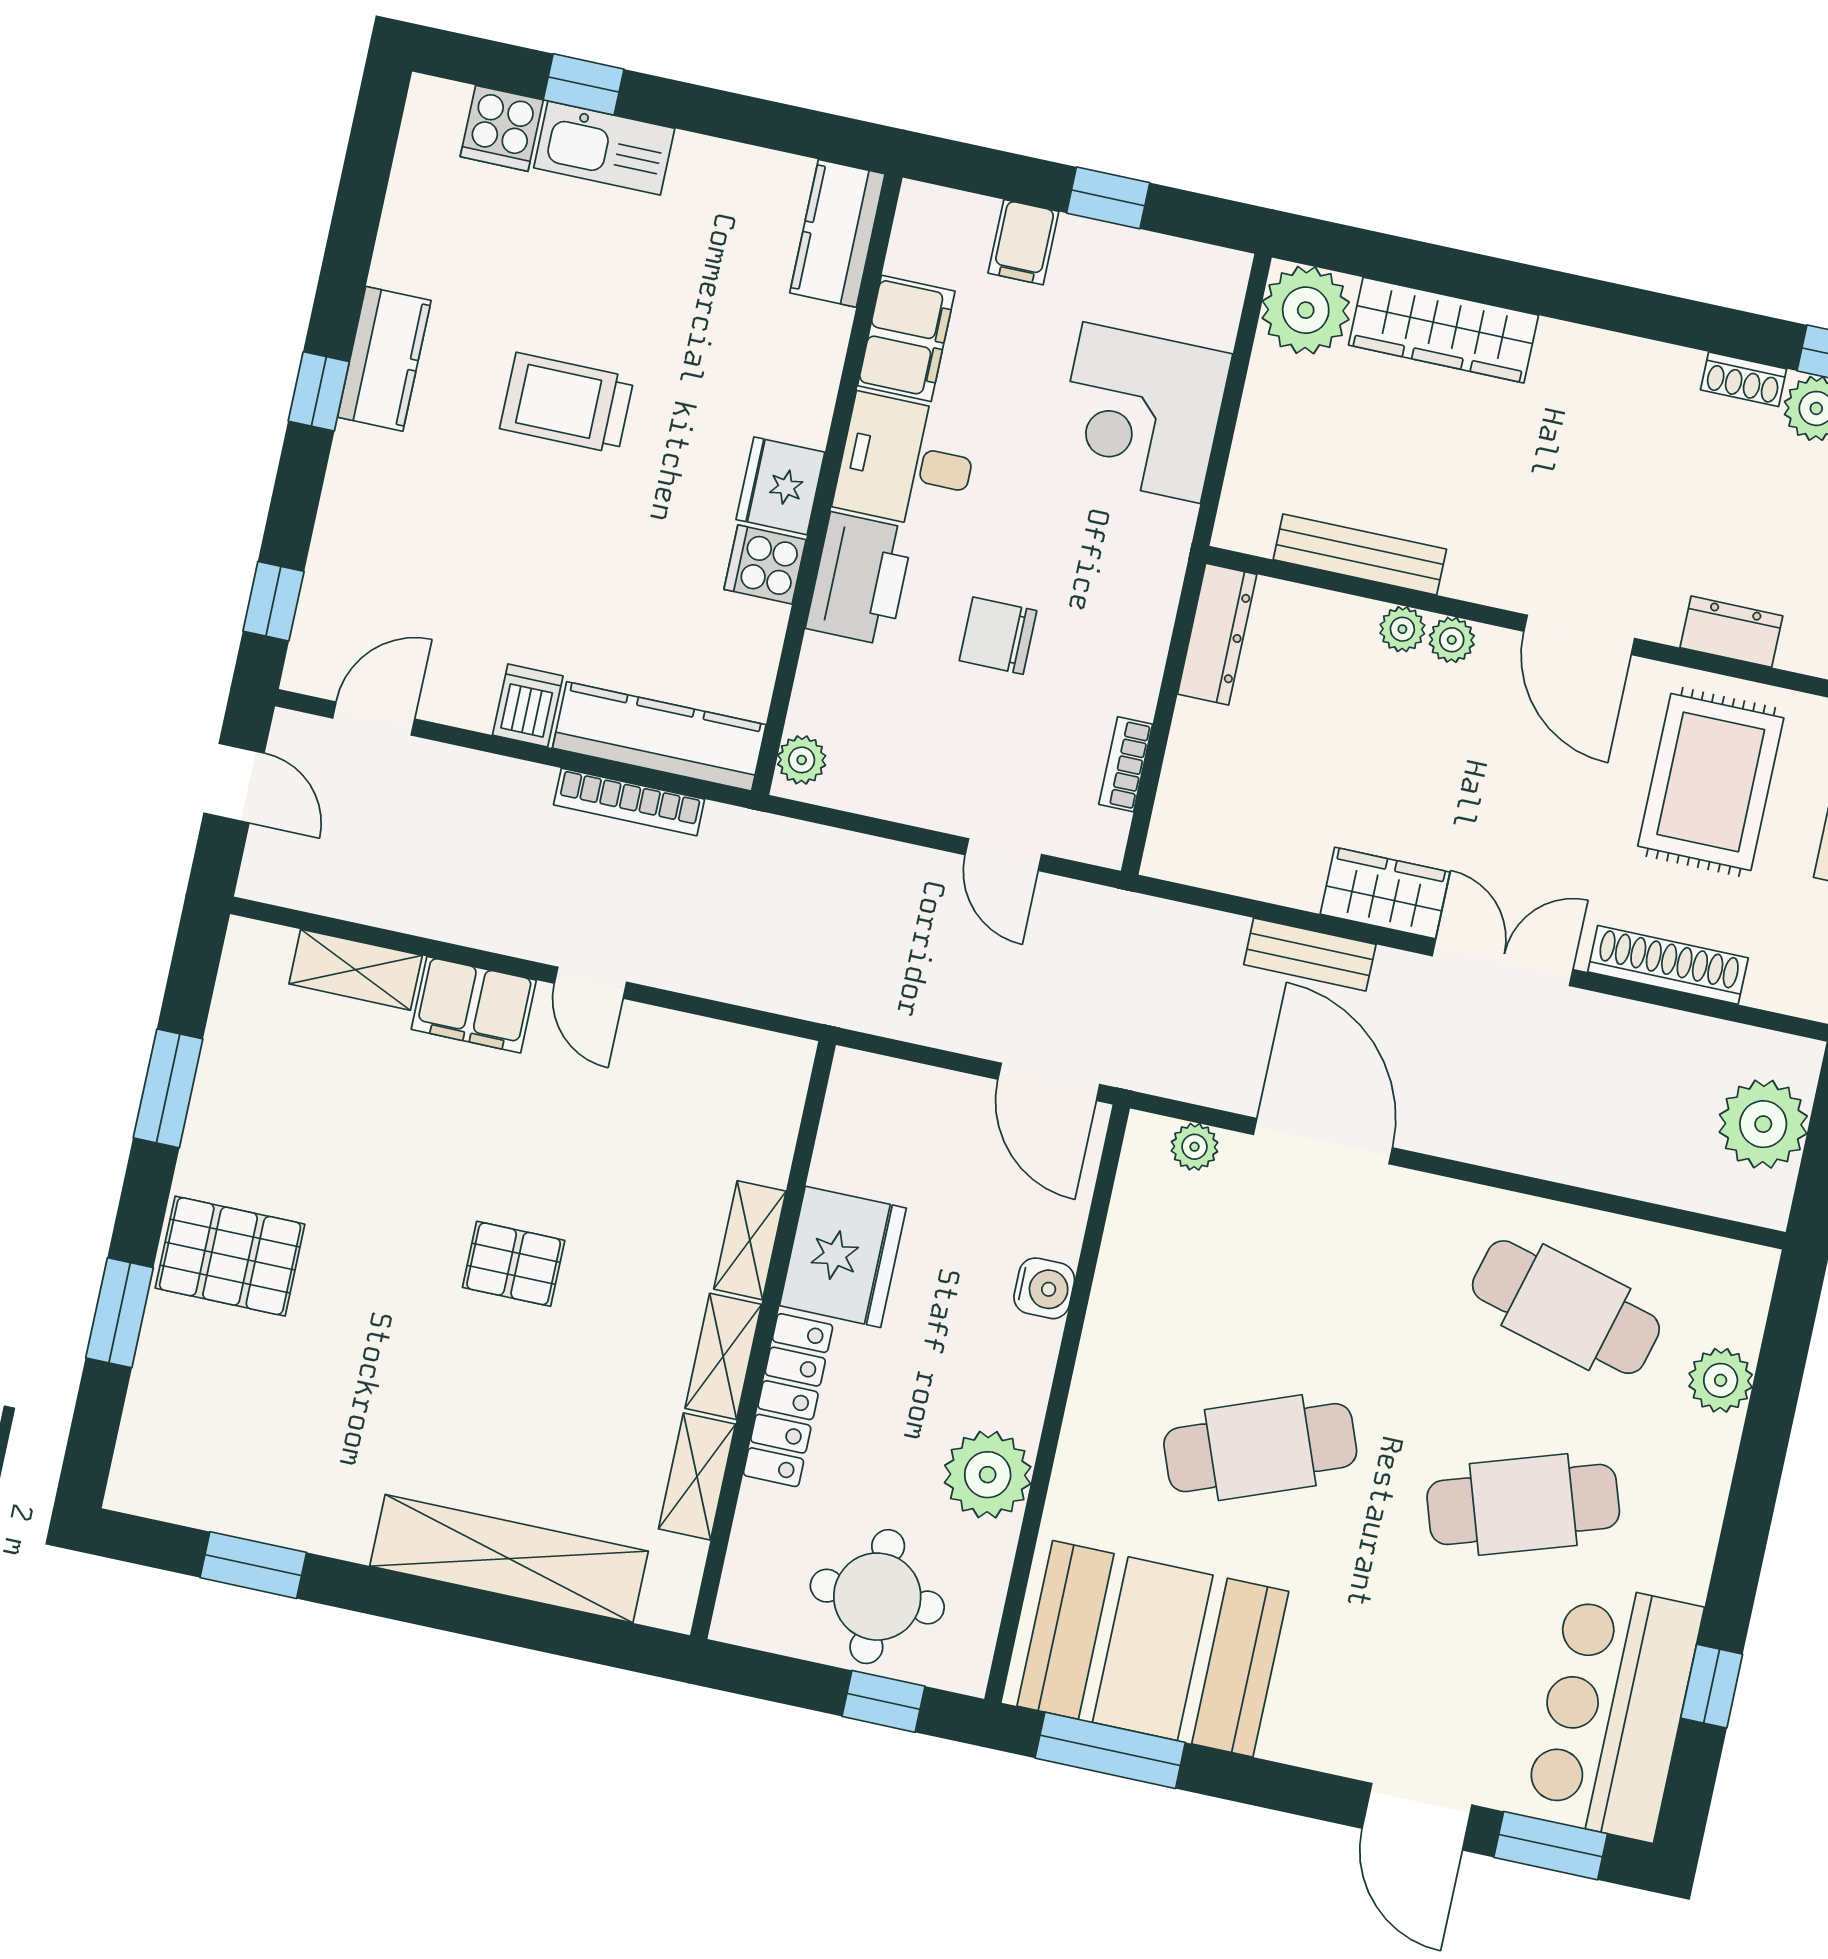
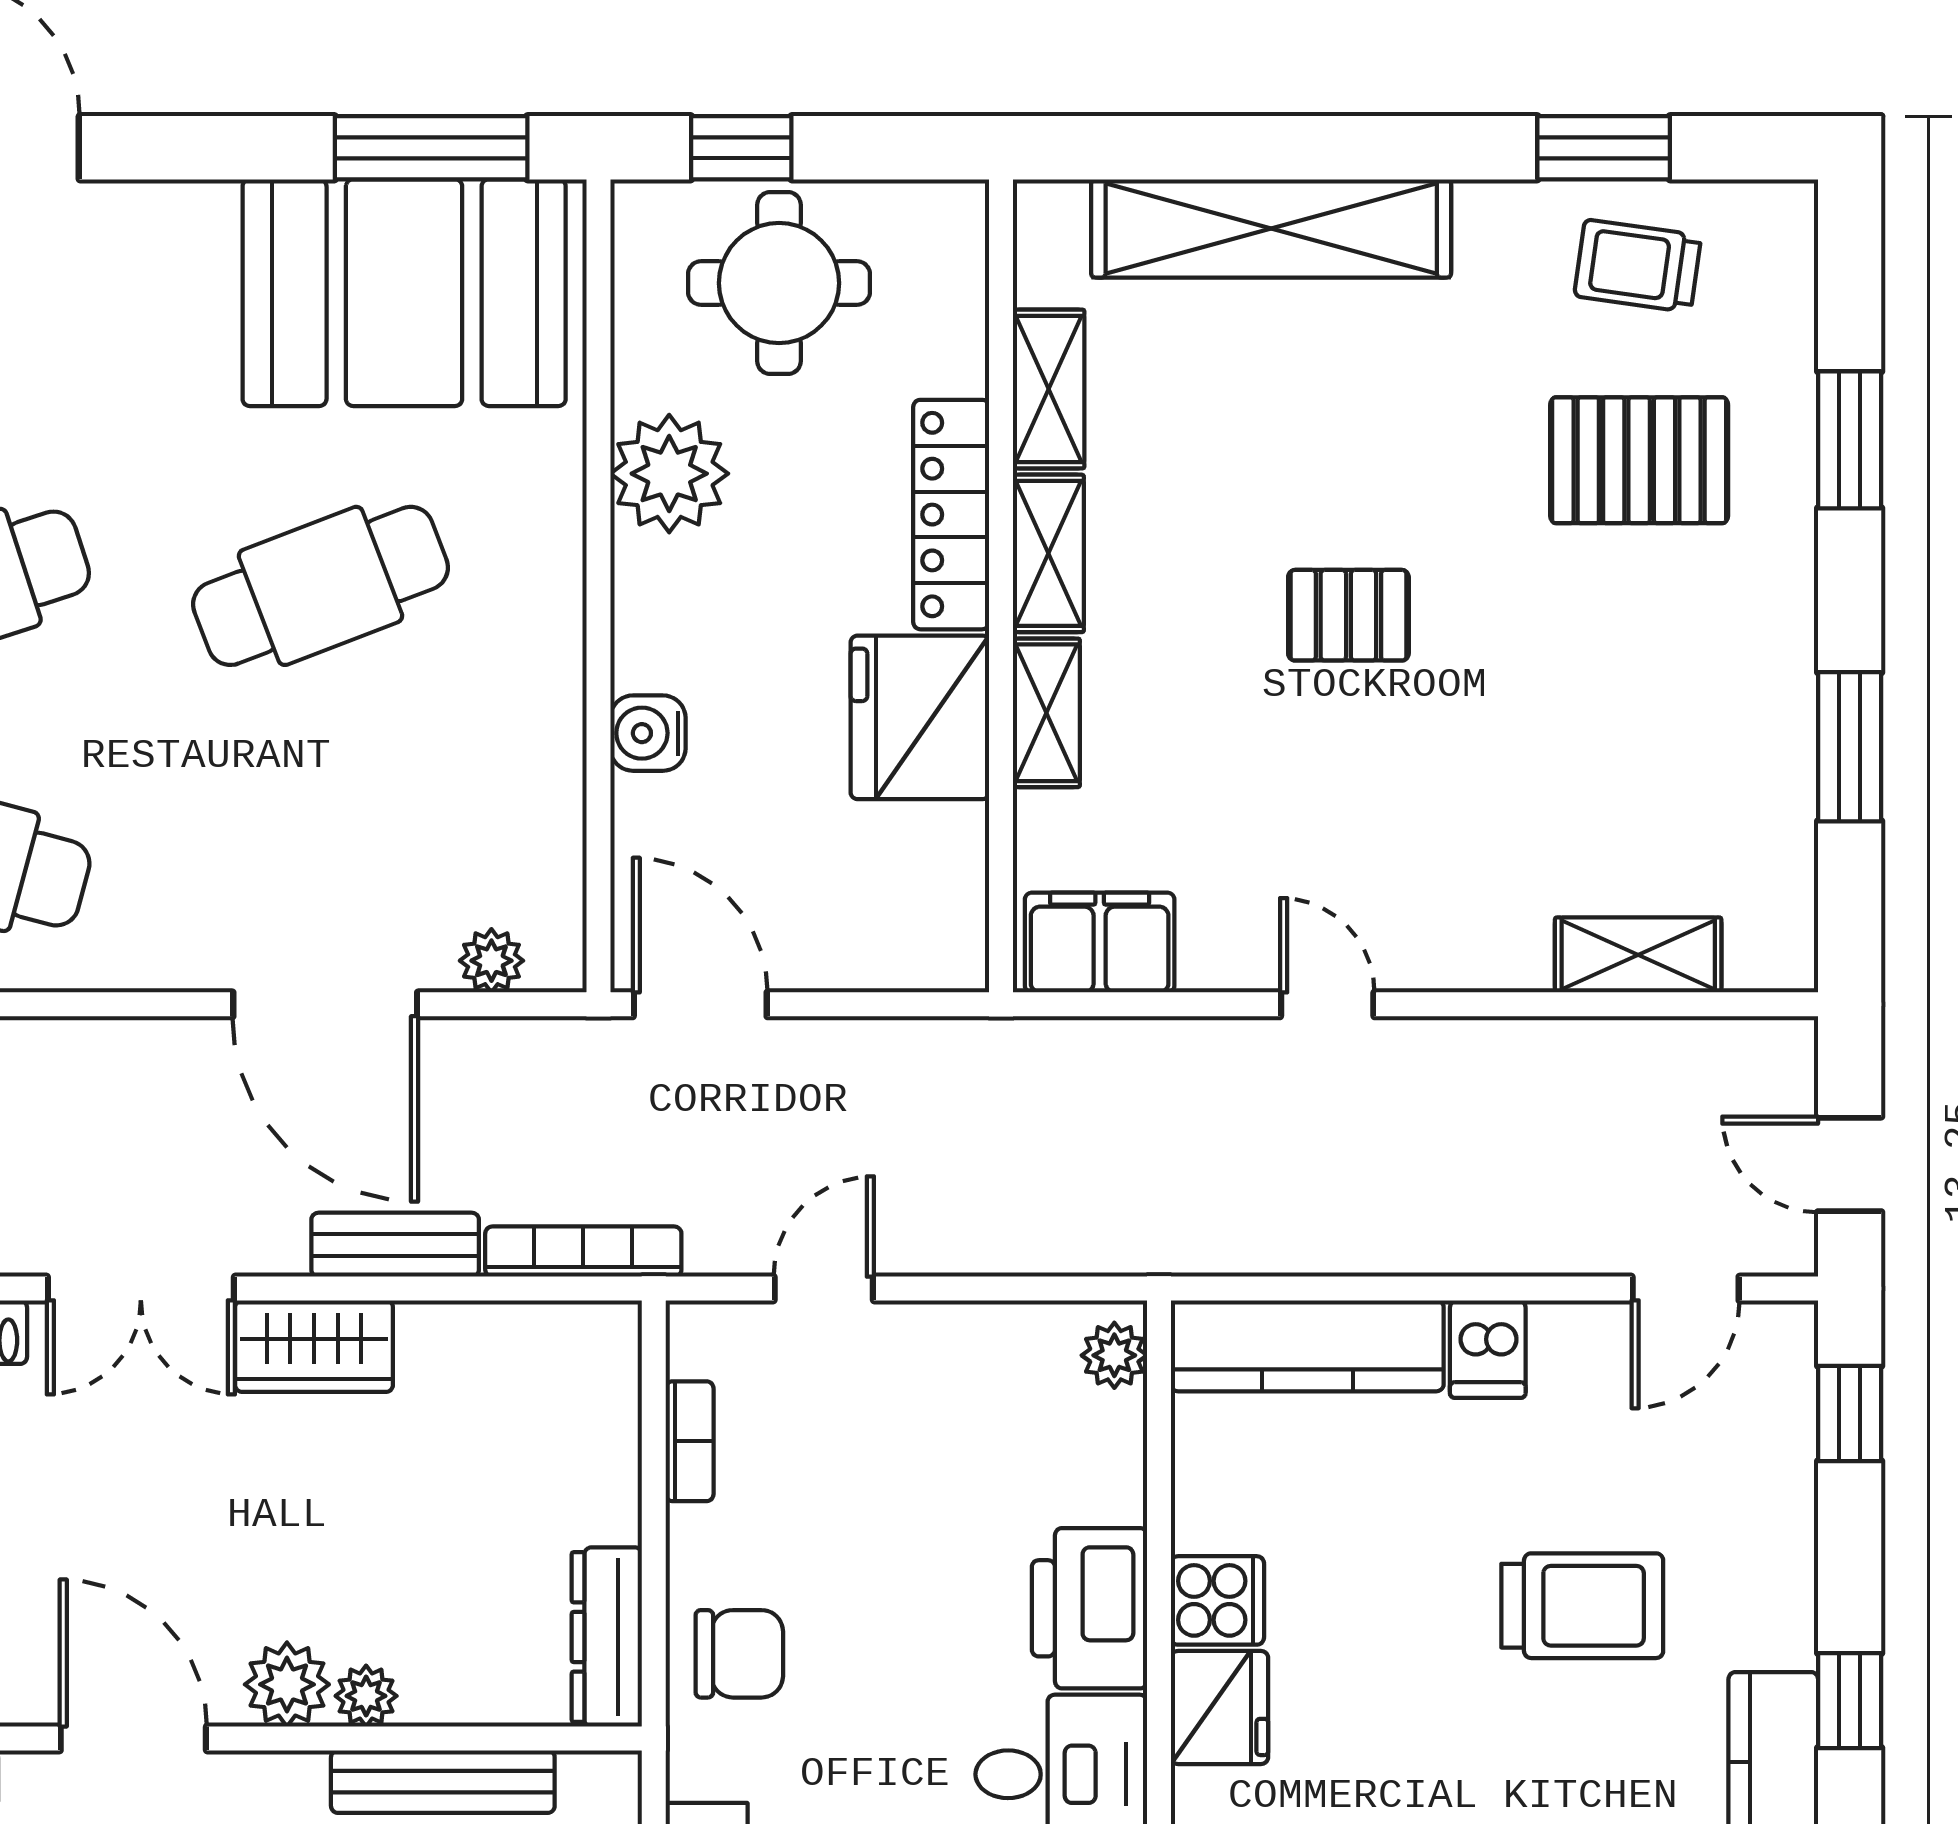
trolley: (567, 403) -> (1582, 1606), moved
chair: (998, 636) -> (739, 1654), moved
plant: (1452, 640) -> (287, 1684), width x1.38, depth x1.38
bookcase: (629, 802) -> (583, 1252), moved
door: (1003, 855) -> (824, 1288), hinge flipped
filing cabinet: (474, 1005) -> (1100, 943), moved
pallet: (230, 1256) -> (1639, 460), moved
trolley: (247, 1473) -> (1638, 266), added

